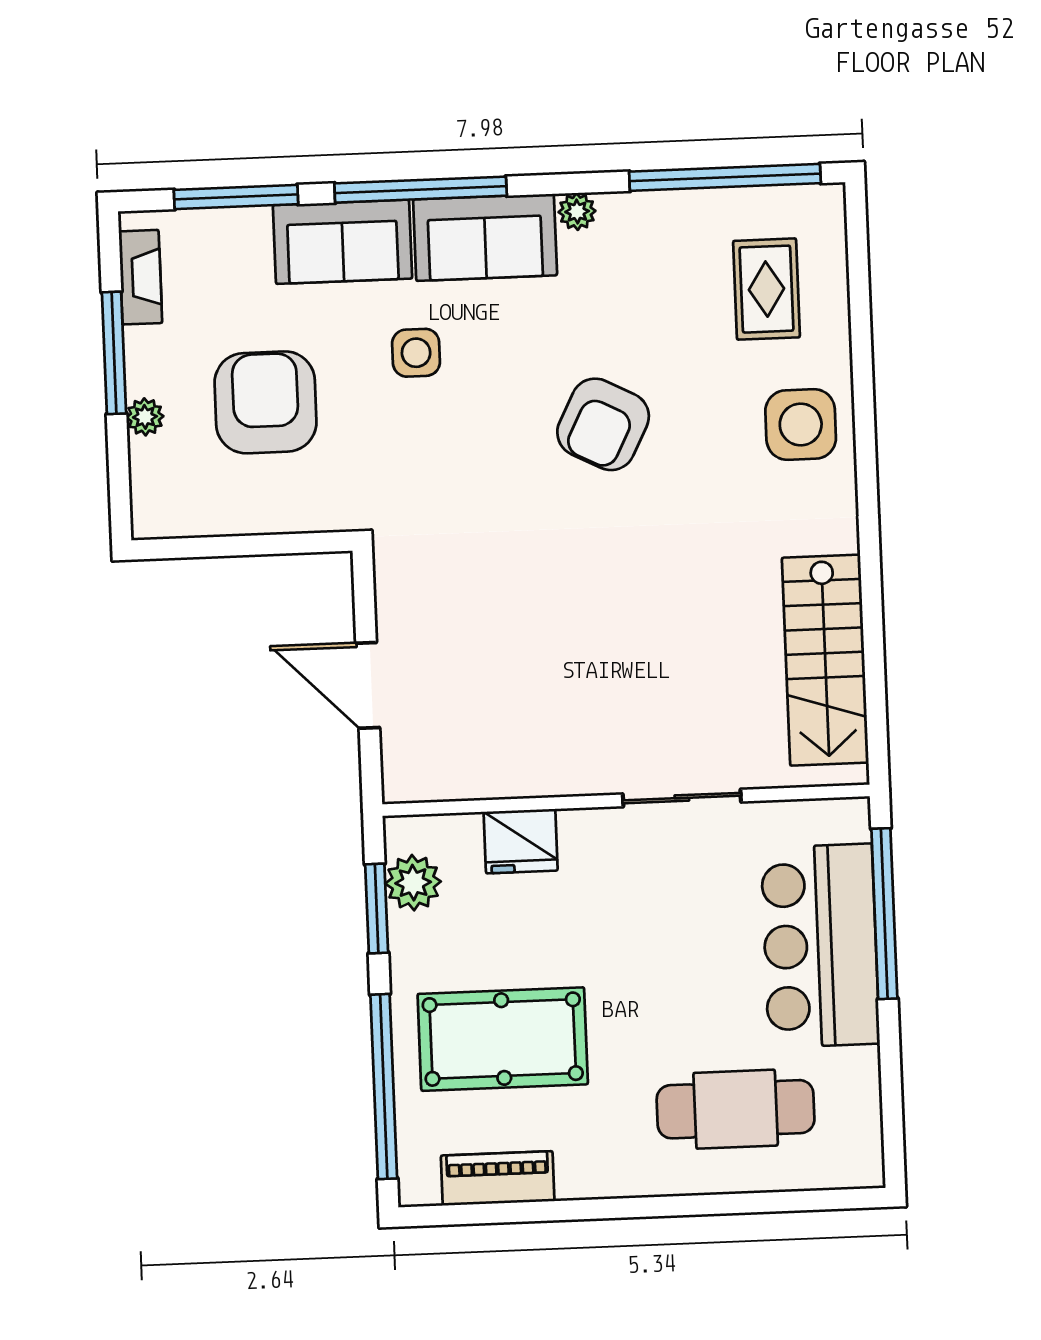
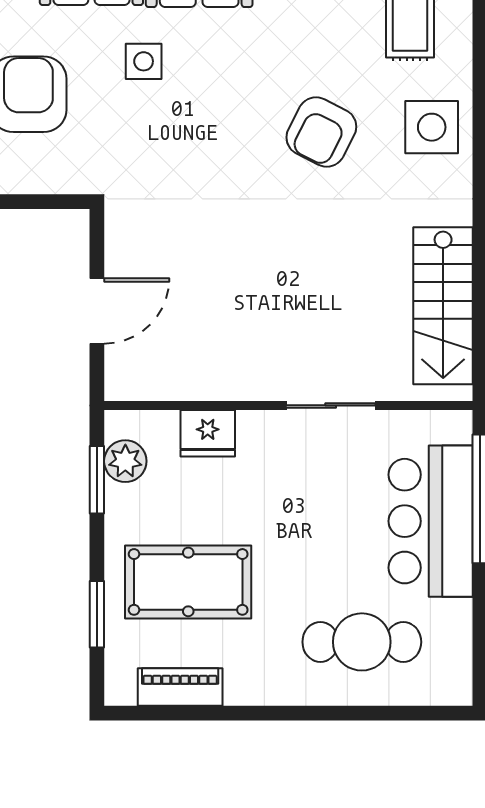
armchair: (603, 424) -> (321, 132), moved
door: (368, 685) -> (97, 311), swing flipped
window: (384, 1087) -> (97, 614), width x0.47

